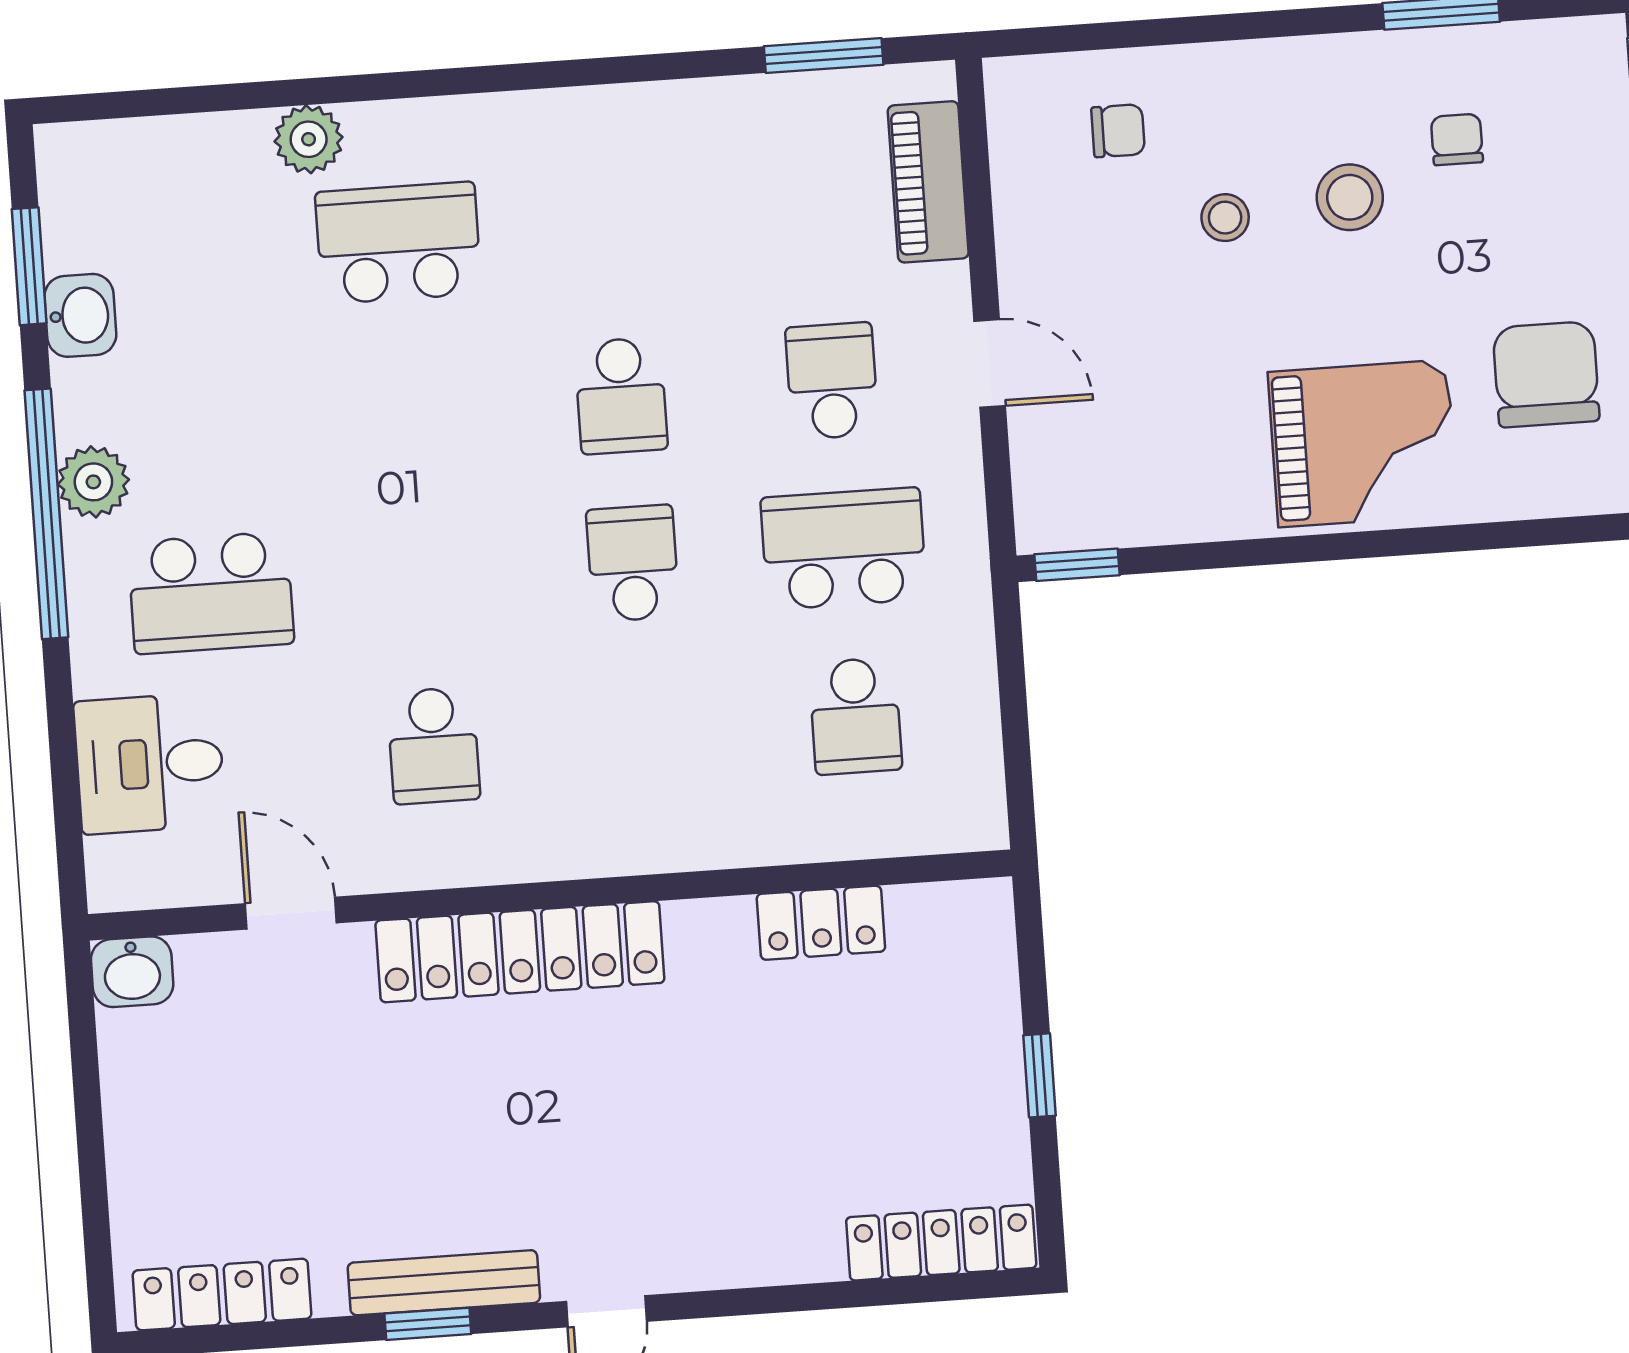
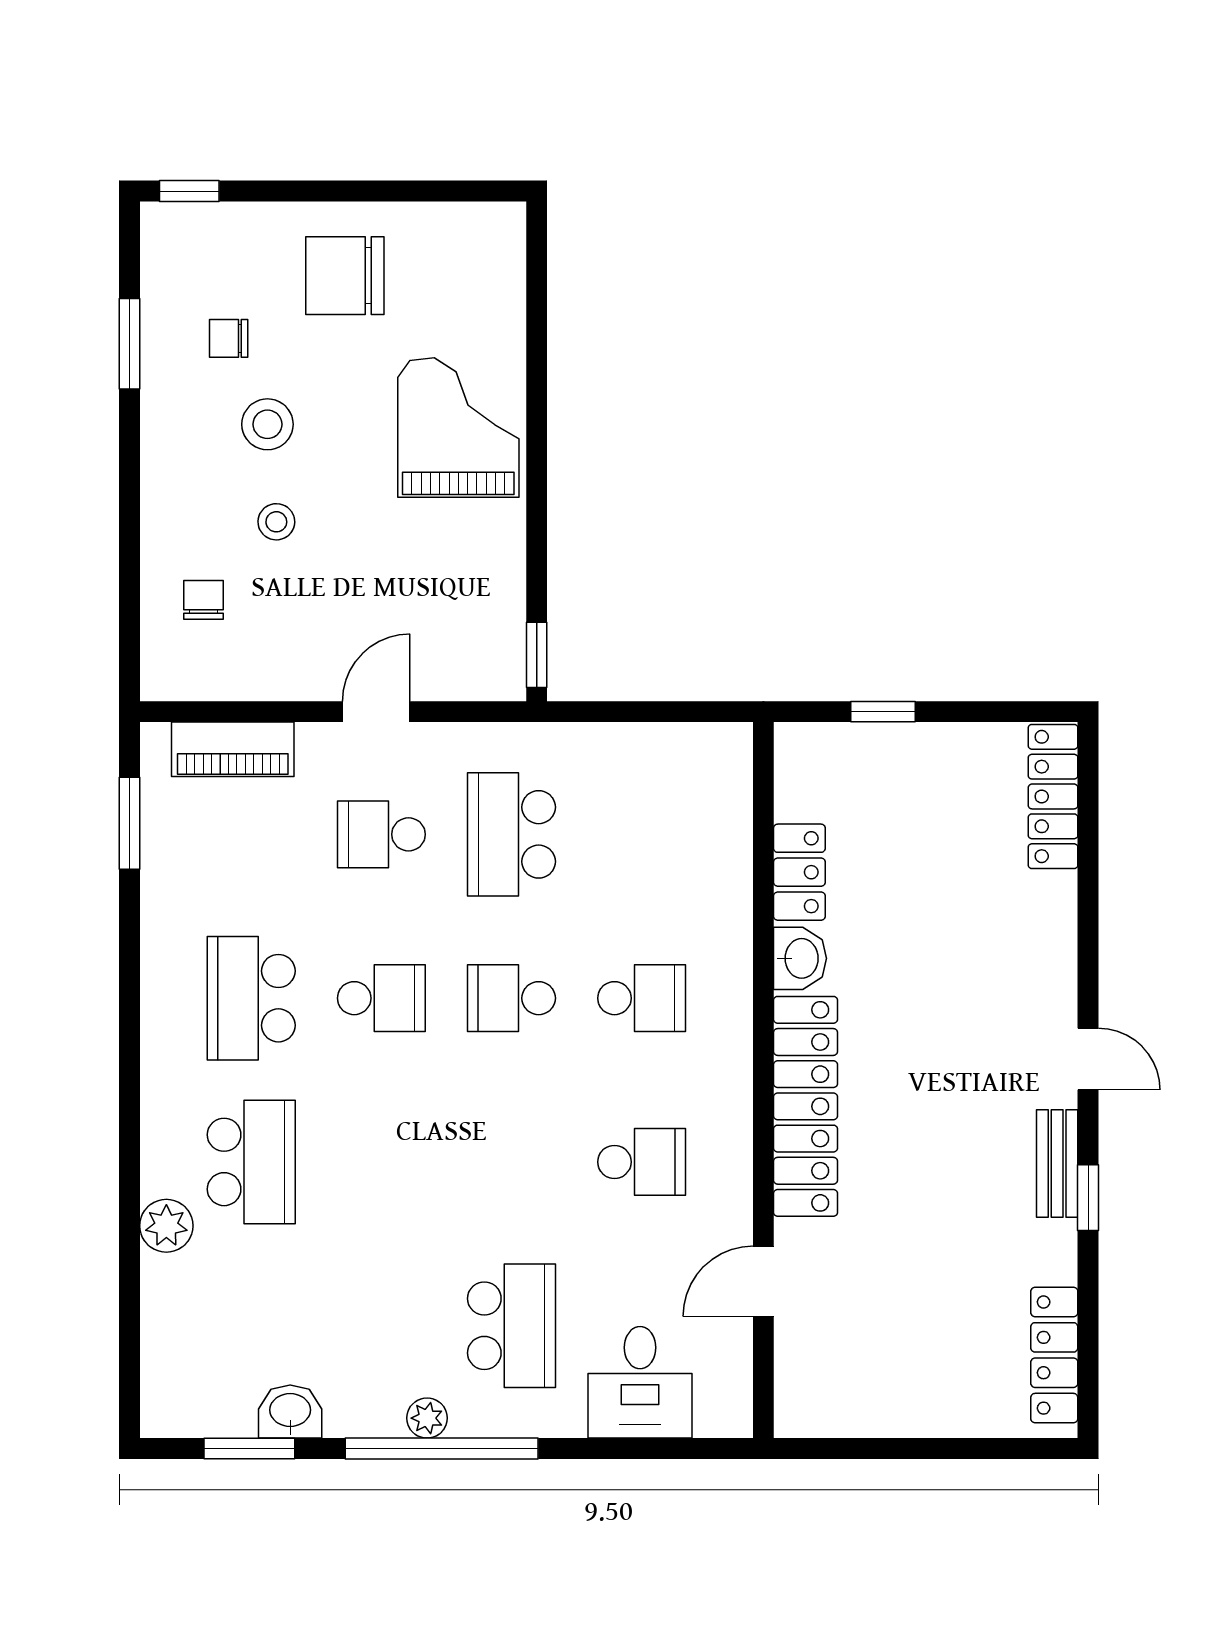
school desk: (609, 228) -> (251, 998), added
school desk: (398, 243) -> (251, 1162), turned 180
chair: (1546, 374) -> (345, 276), moved
plant: (93, 482) -> (427, 1418), width x0.73, depth x0.73
school desk: (855, 716) -> (642, 998), moved
washbasin: (132, 972) -> (800, 958), moved
window: (1039, 1075) -> (883, 712), moved
bench: (444, 1283) -> (1057, 1163), width x0.73

